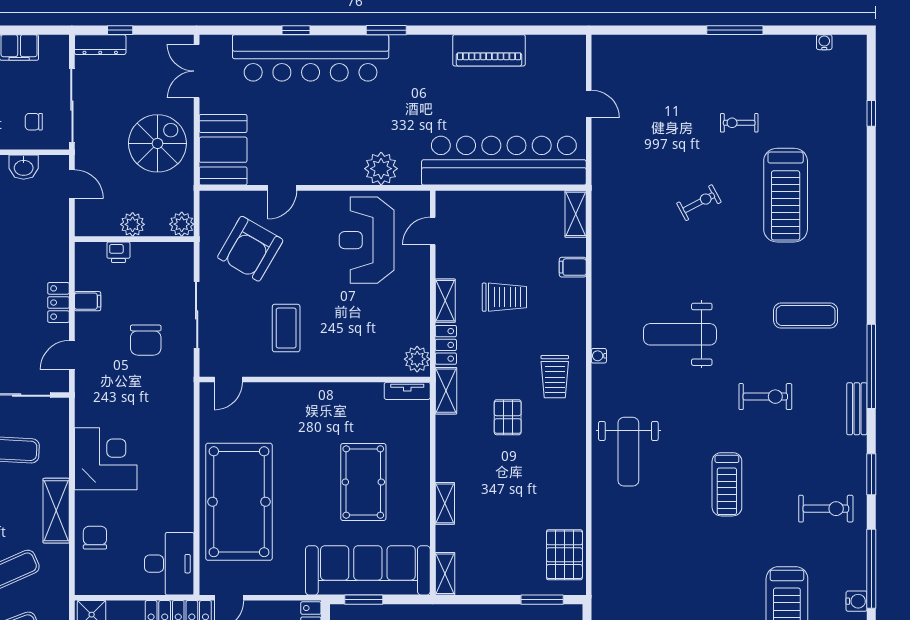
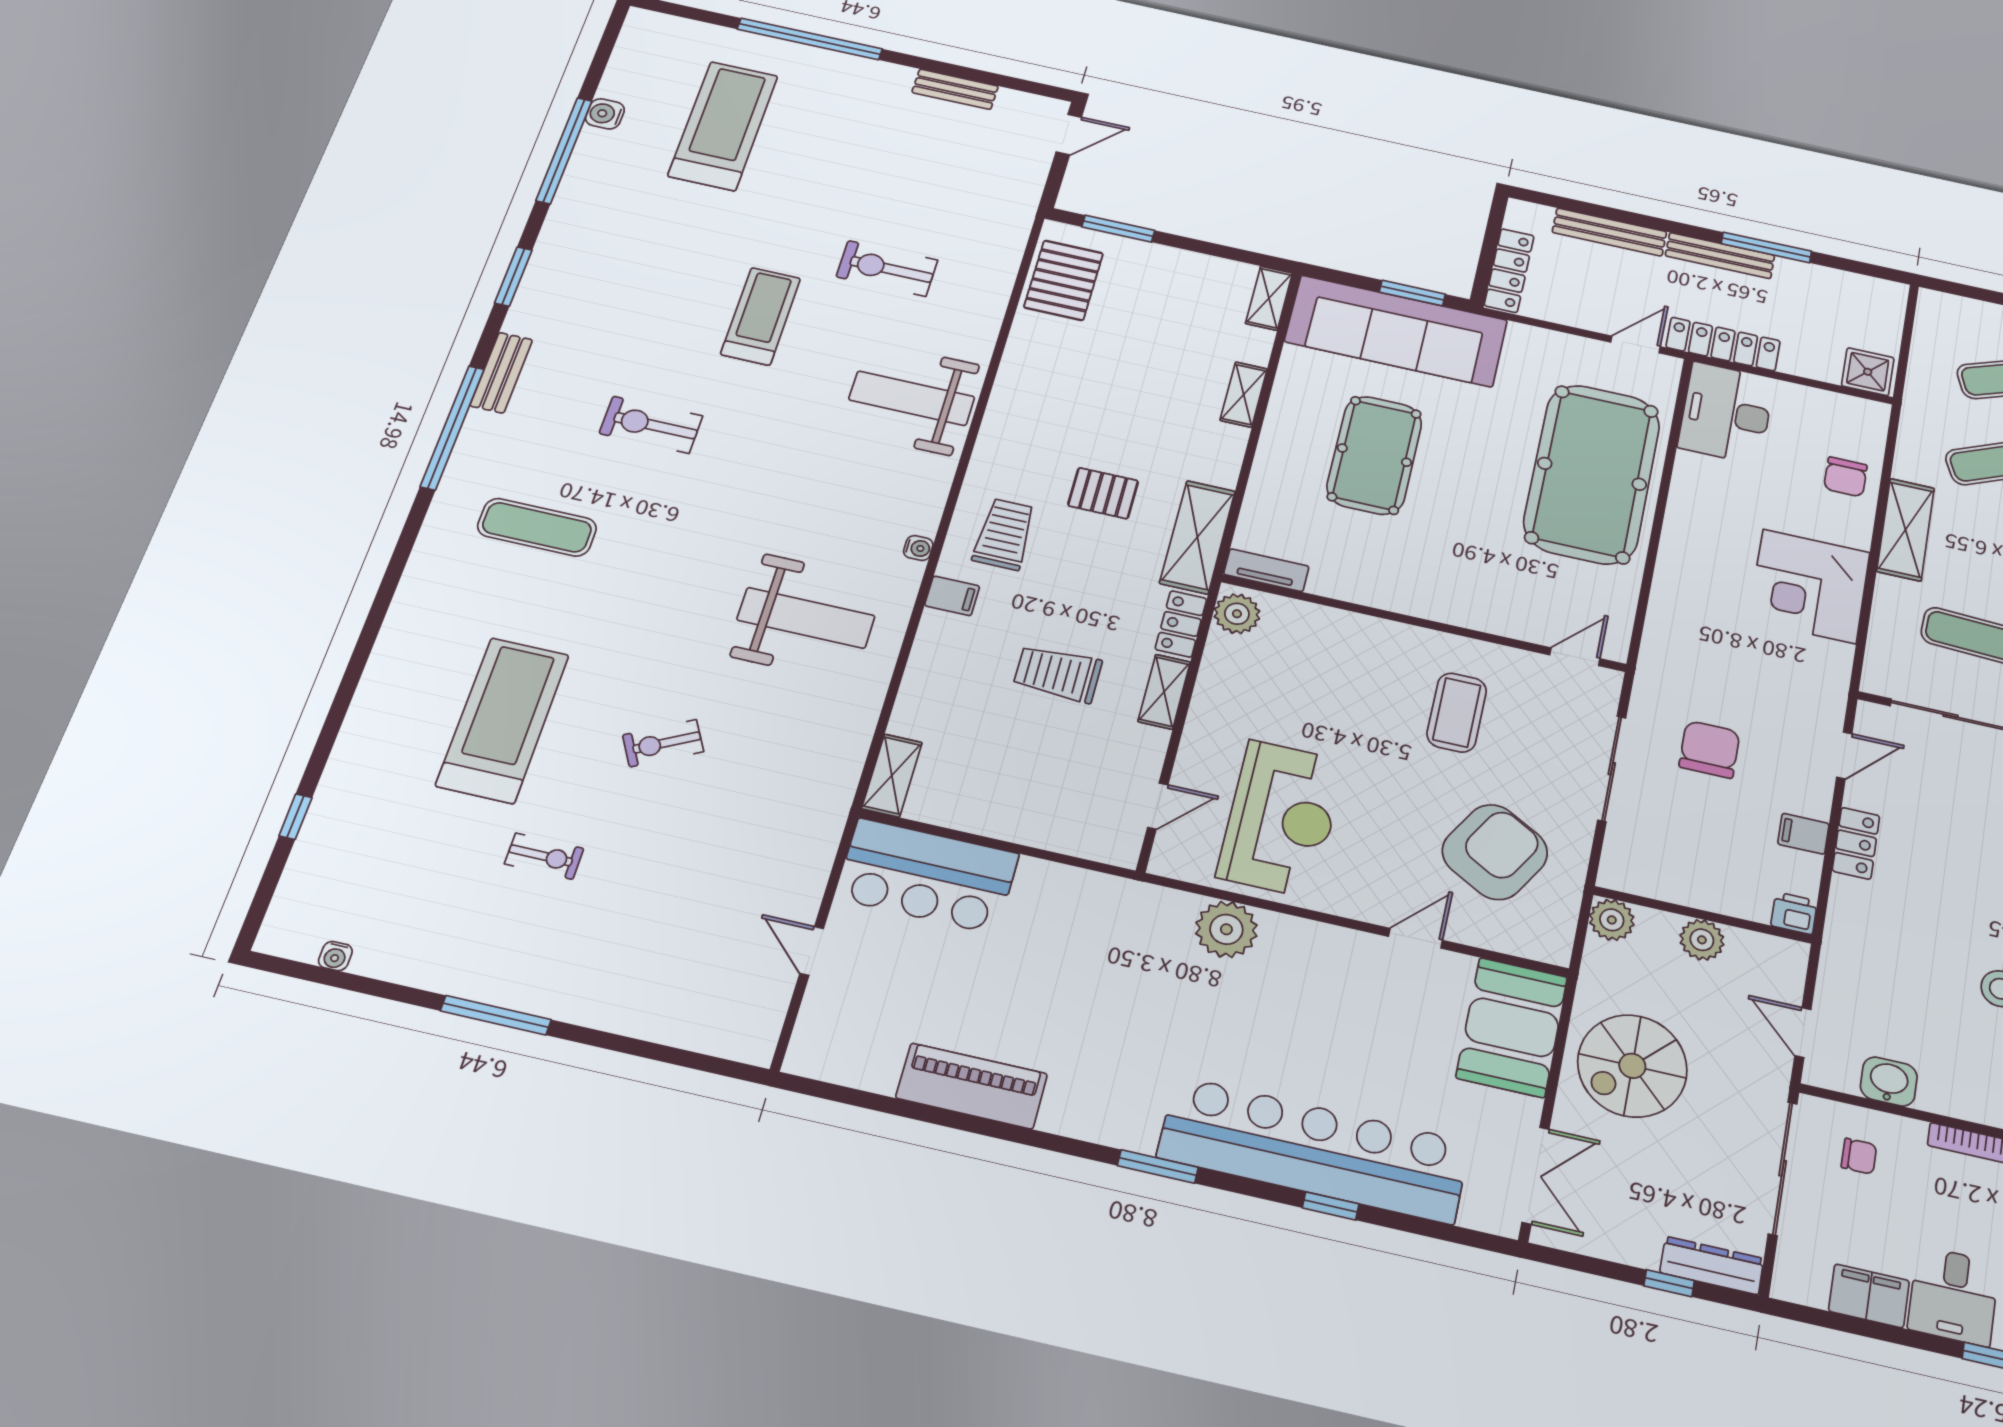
bar counter: (504, 161) -> (927, 876), width x0.54
printer: (118, 252) -> (1794, 913), moved
filing cabinet: (573, 267) -> (952, 596), moved
weight bench: (680, 334) -> (806, 618), moved
shelving: (446, 391) -> (1197, 537), width x1.50, depth x1.33
pallet: (508, 417) -> (1103, 493), turned 90
weight bench: (628, 452) -> (912, 398), turned -90
exercise bike: (826, 509) -> (887, 268), moved

